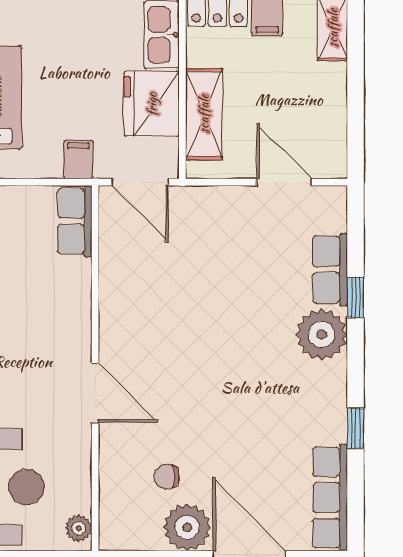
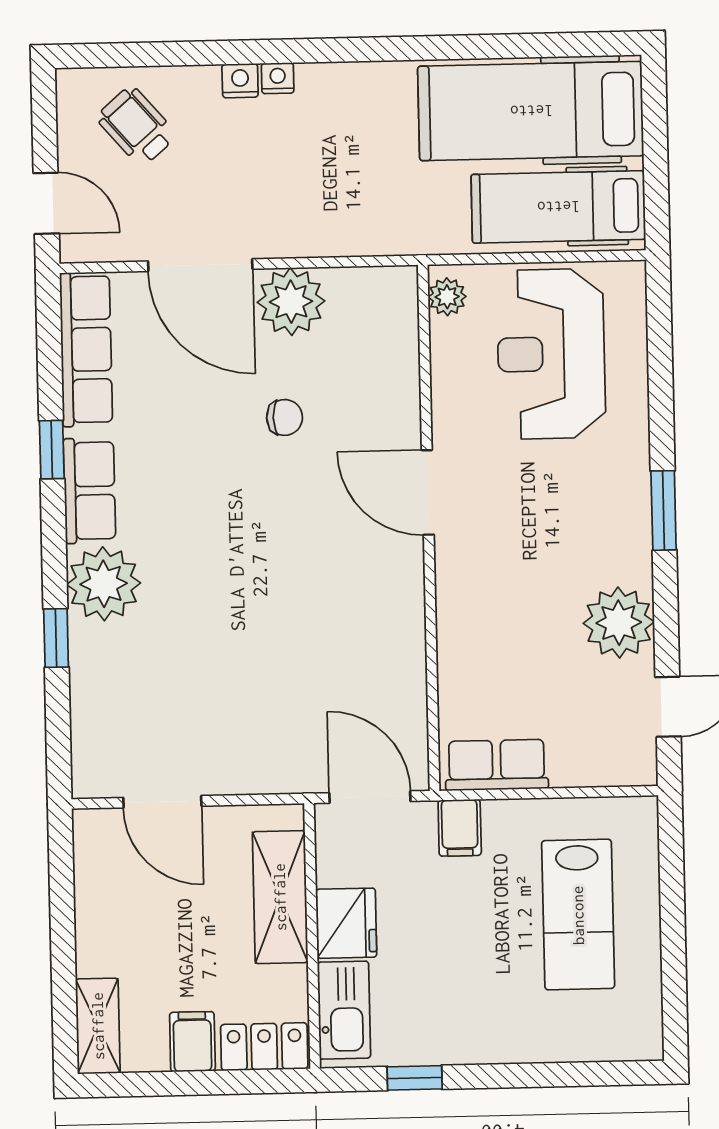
fridge: (152, 104) -> (346, 923), width x0.73, depth x0.75
row of seats: (75, 221) -> (497, 765), moved, turned -90
row of seats: (330, 270) -> (89, 491), moved
chair: (167, 477) -> (285, 417), moved

